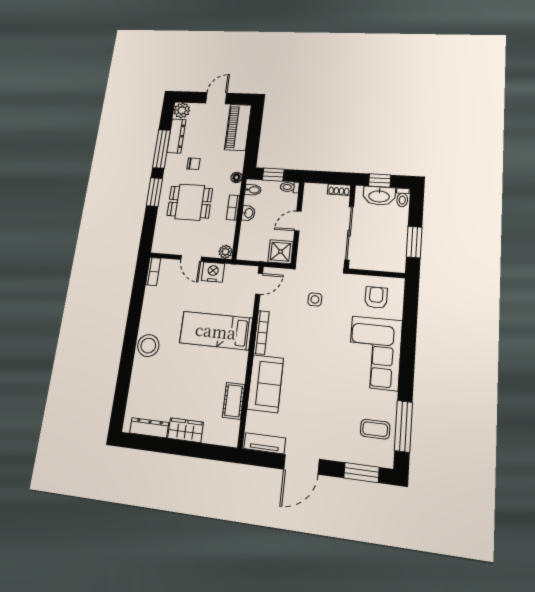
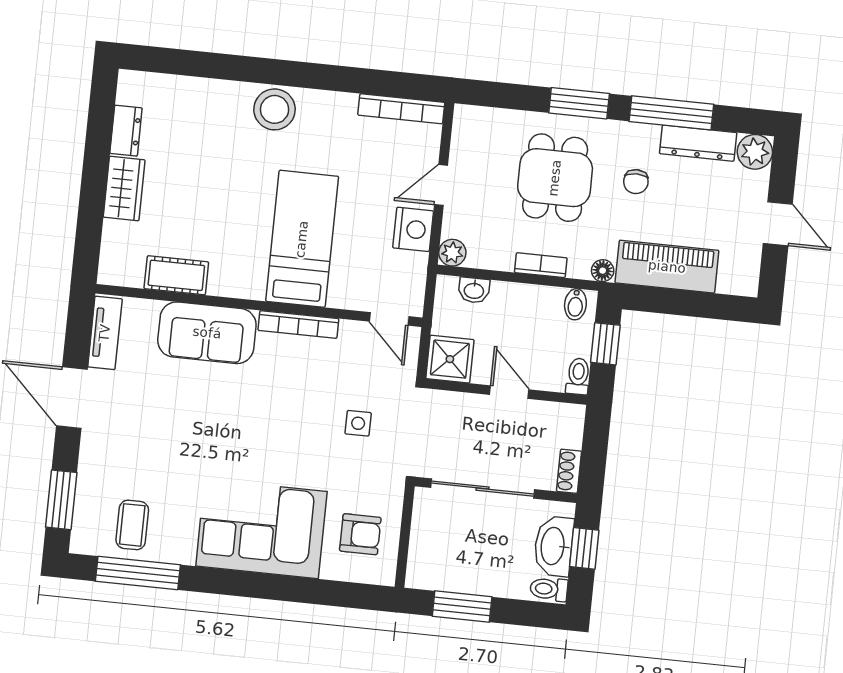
piano: (238, 127) -> (667, 267), moved
washbasin: (248, 213) -> (474, 290), moved
bookcase: (153, 271) -> (401, 109), width x1.56
dresser: (149, 428) -> (126, 131), width x0.70

